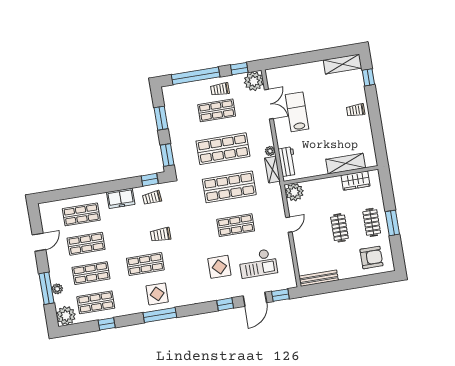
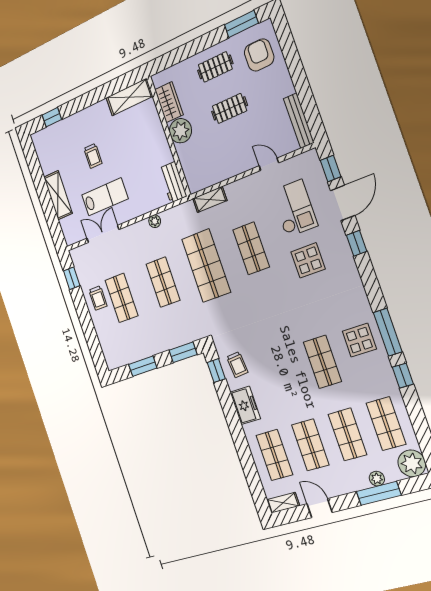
shelving: (342, 64) -> (58, 195), moved
window: (196, 76) -> (89, 330), removed
plant: (254, 81) -> (82, 258), removed
trolley: (356, 110) -> (93, 156), moved
lab bench: (297, 112) -> (105, 197), turned 180
shop shelf: (223, 149) -> (163, 282), width x0.70, depth x0.74
workbench: (287, 162) -> (173, 182), moved, turned -90
shelving: (346, 164) -> (129, 97), moved, turned 90
shelving: (272, 170) -> (210, 199), moved
plant: (294, 192) -> (180, 131), moved
shelving: (45, 214) -> (283, 503), added
window: (392, 223) -> (241, 24), moved
door: (289, 225) -> (269, 164), moved
trolley: (161, 235) -> (281, 347), removed
door: (255, 299) -> (343, 203), hinge flipped
window: (107, 324) -> (403, 376), moved

